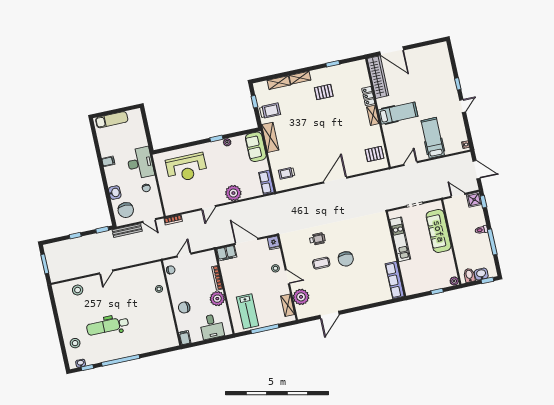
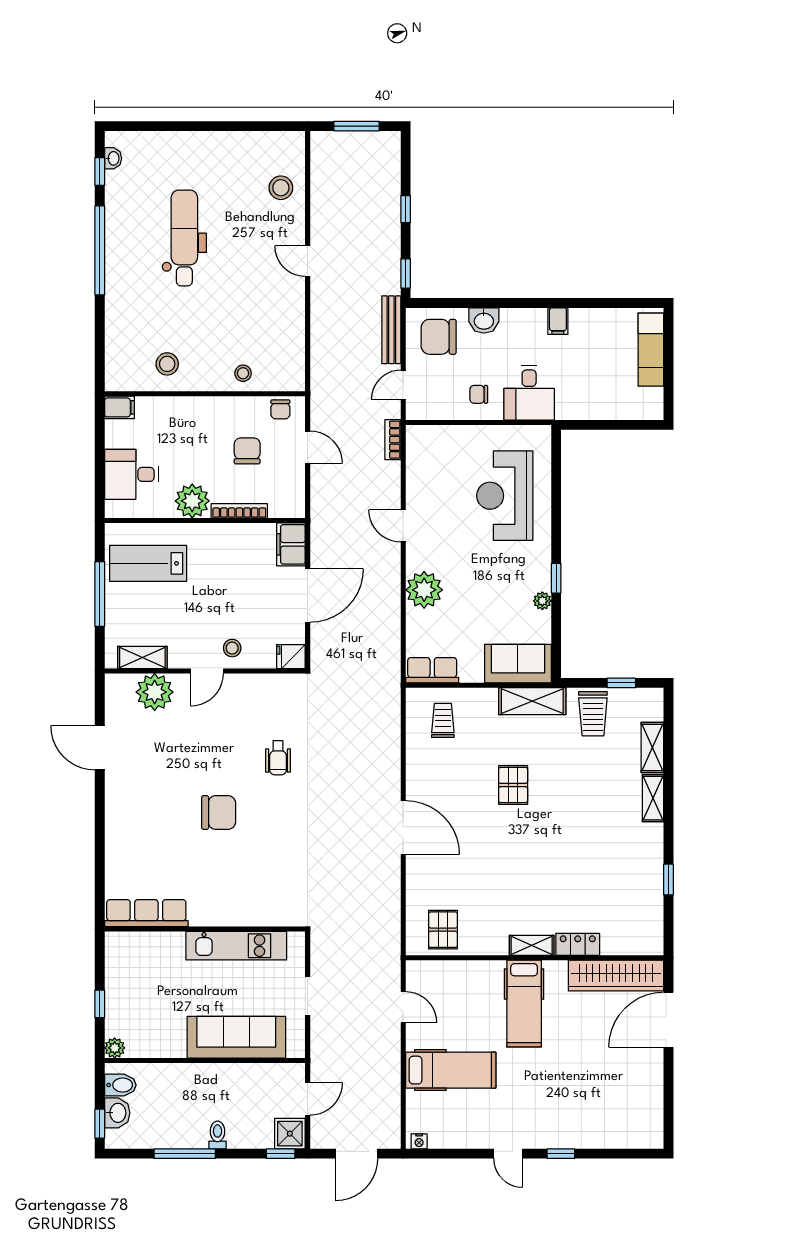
pallet: (324, 92) -> (513, 785), moved
desk: (140, 163) -> (529, 393), width x0.73
chair: (346, 259) -> (219, 813), turned 180
coffee table: (321, 263) -> (221, 755), removed
chair: (184, 307) -> (247, 451), moved
stool: (75, 343) -> (167, 364), moved

